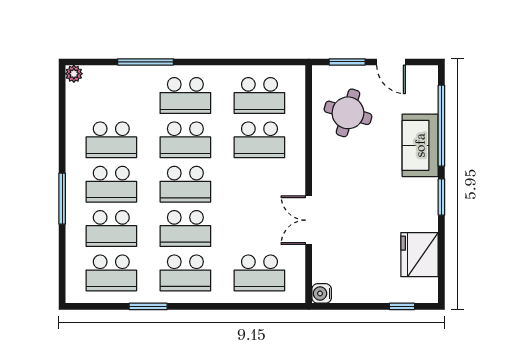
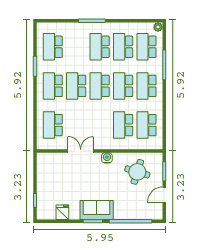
sofa: (420, 145) -> (97, 210), moved
school desk: (111, 229) -> (146, 47), moved
fridge: (420, 255) -> (62, 212), width x0.53, depth x0.75
water cooler: (322, 293) -> (107, 158), moved

